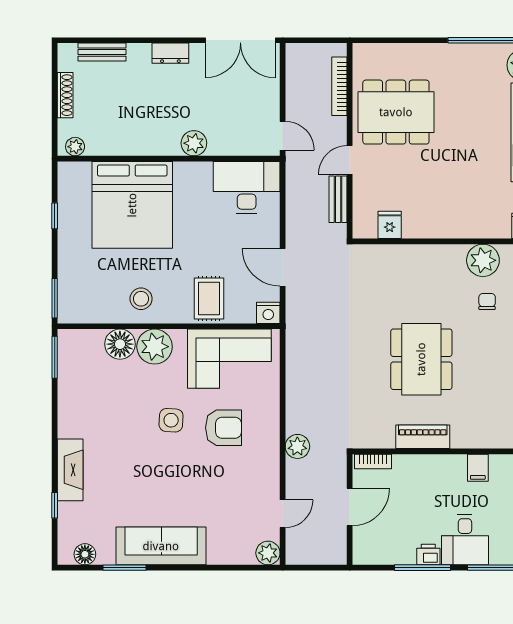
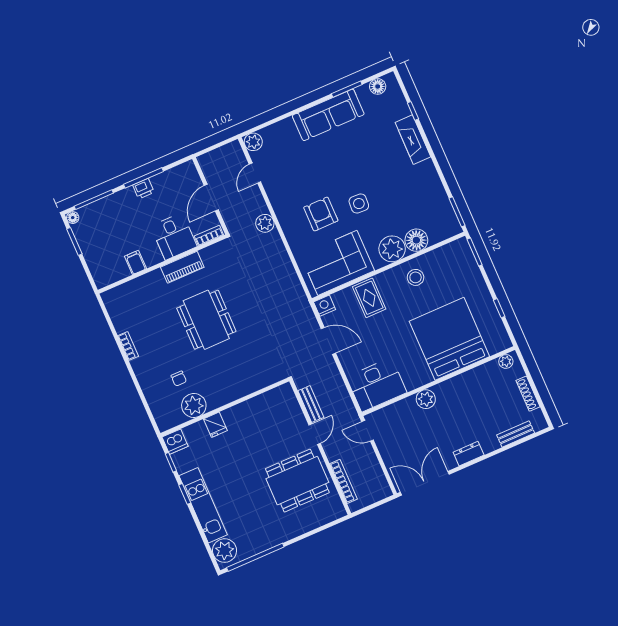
fridge: (390, 225) -> (215, 425), moved
armchair: (224, 428) -> (321, 214), turned 90
desk: (465, 540) -> (174, 236), moved, turned 180

